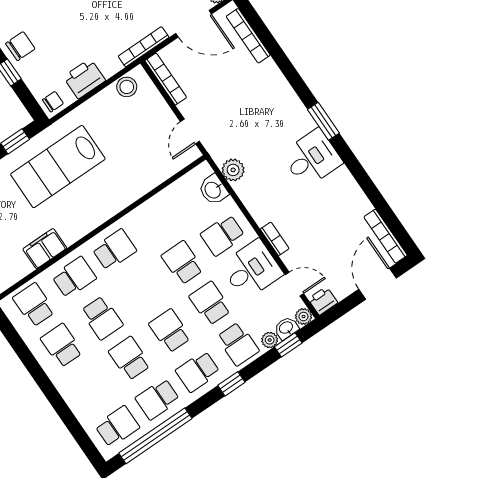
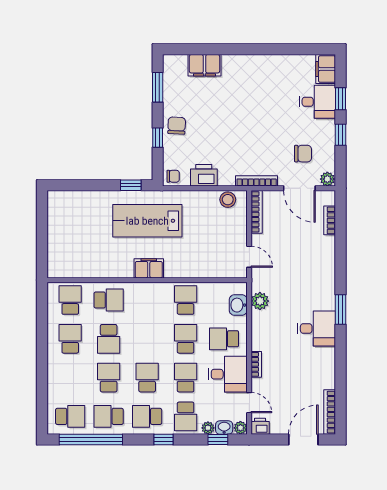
bookcase: (248, 36) -> (330, 220), width x0.64
chair: (20, 46) -> (177, 126), turned -87
door: (190, 131) -> (249, 257), swing flipped
filing cabinet: (45, 249) -> (149, 268), moved
school desk: (114, 250) -> (186, 300), moved, turned -90

